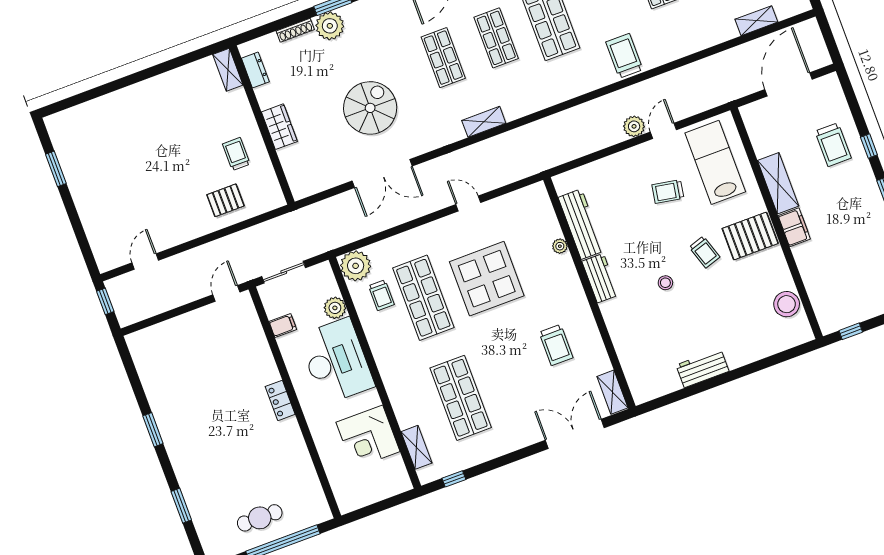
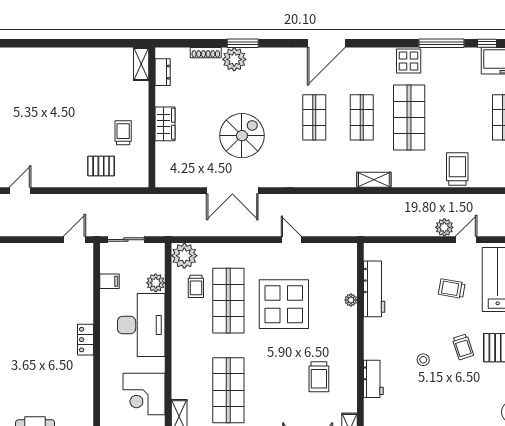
shelving: (484, 122) -> (374, 180), moved
workbench: (600, 278) -> (373, 379), moved

